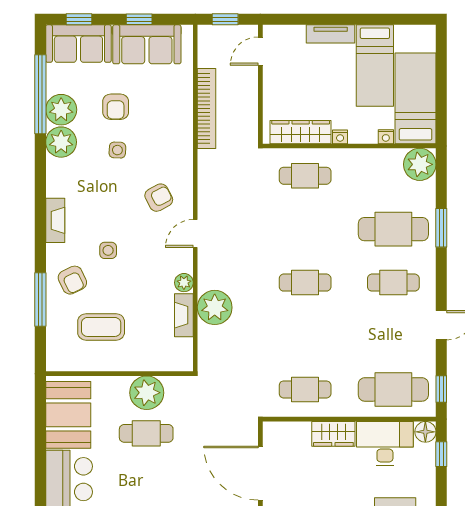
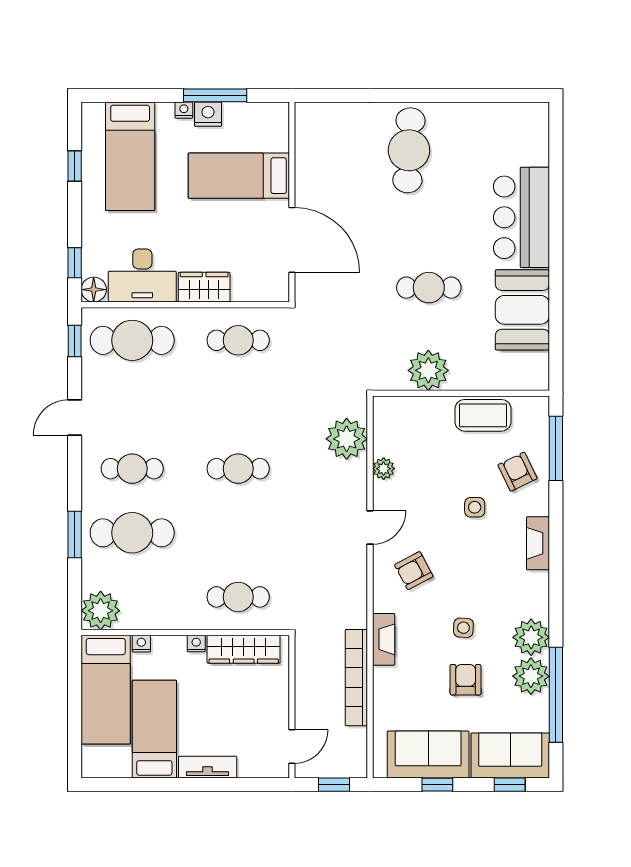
fireplace: (184, 315) -> (384, 639), moved
wall: (119, 374) -> (461, 393), moved
plant: (147, 393) -> (428, 370), moved

